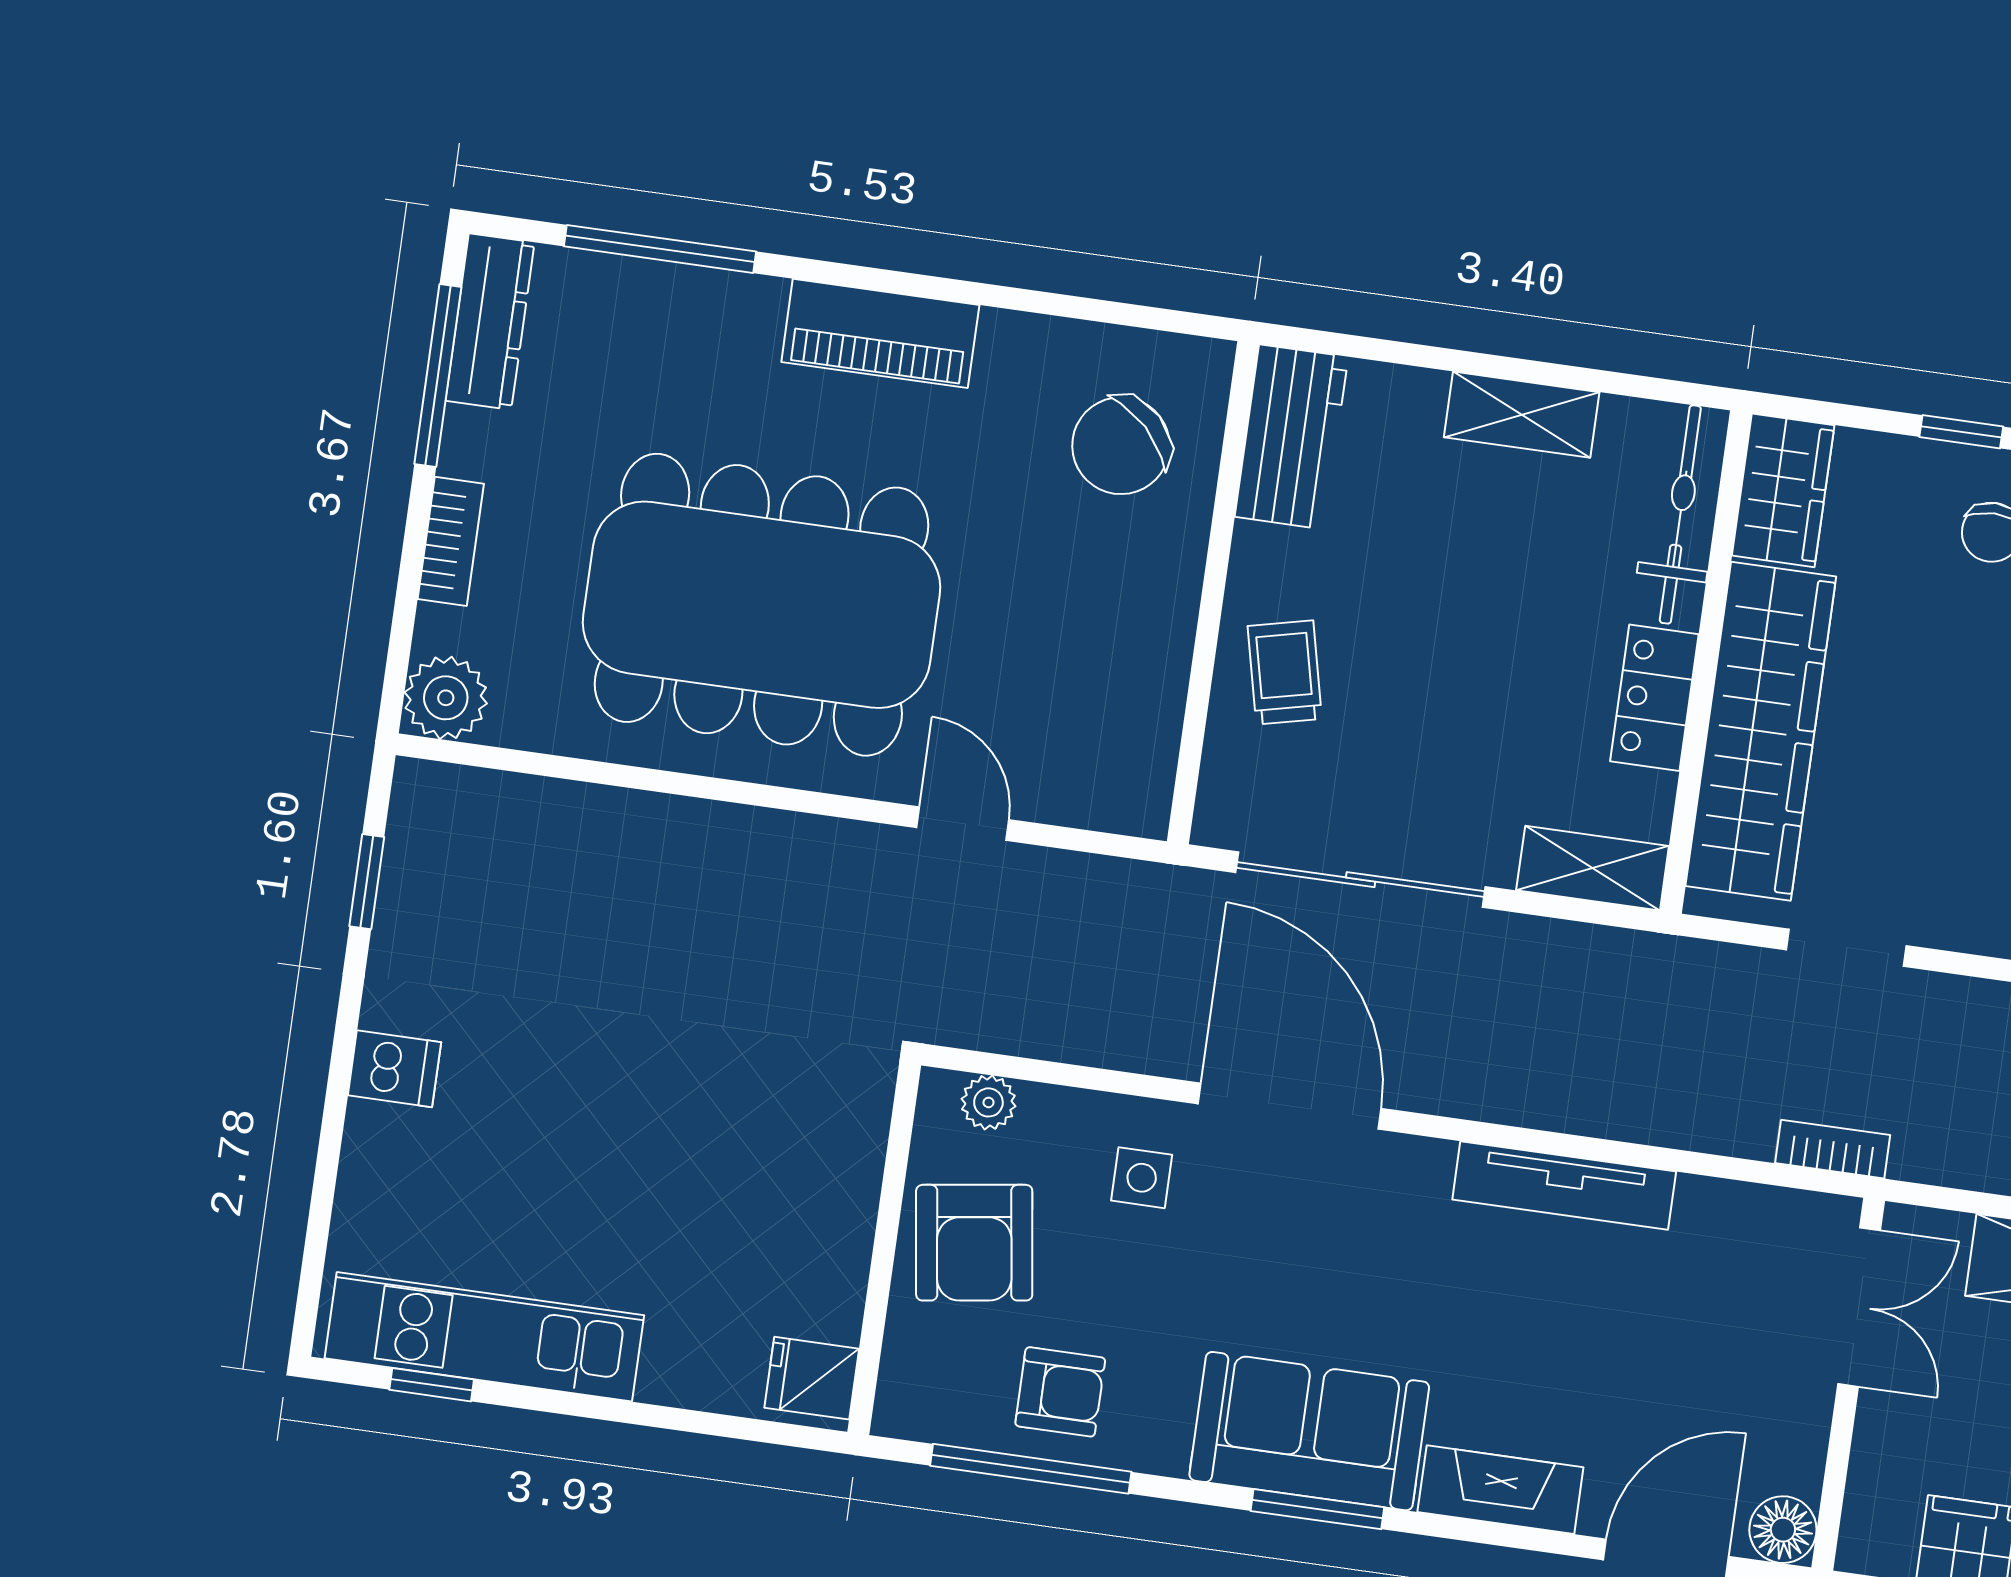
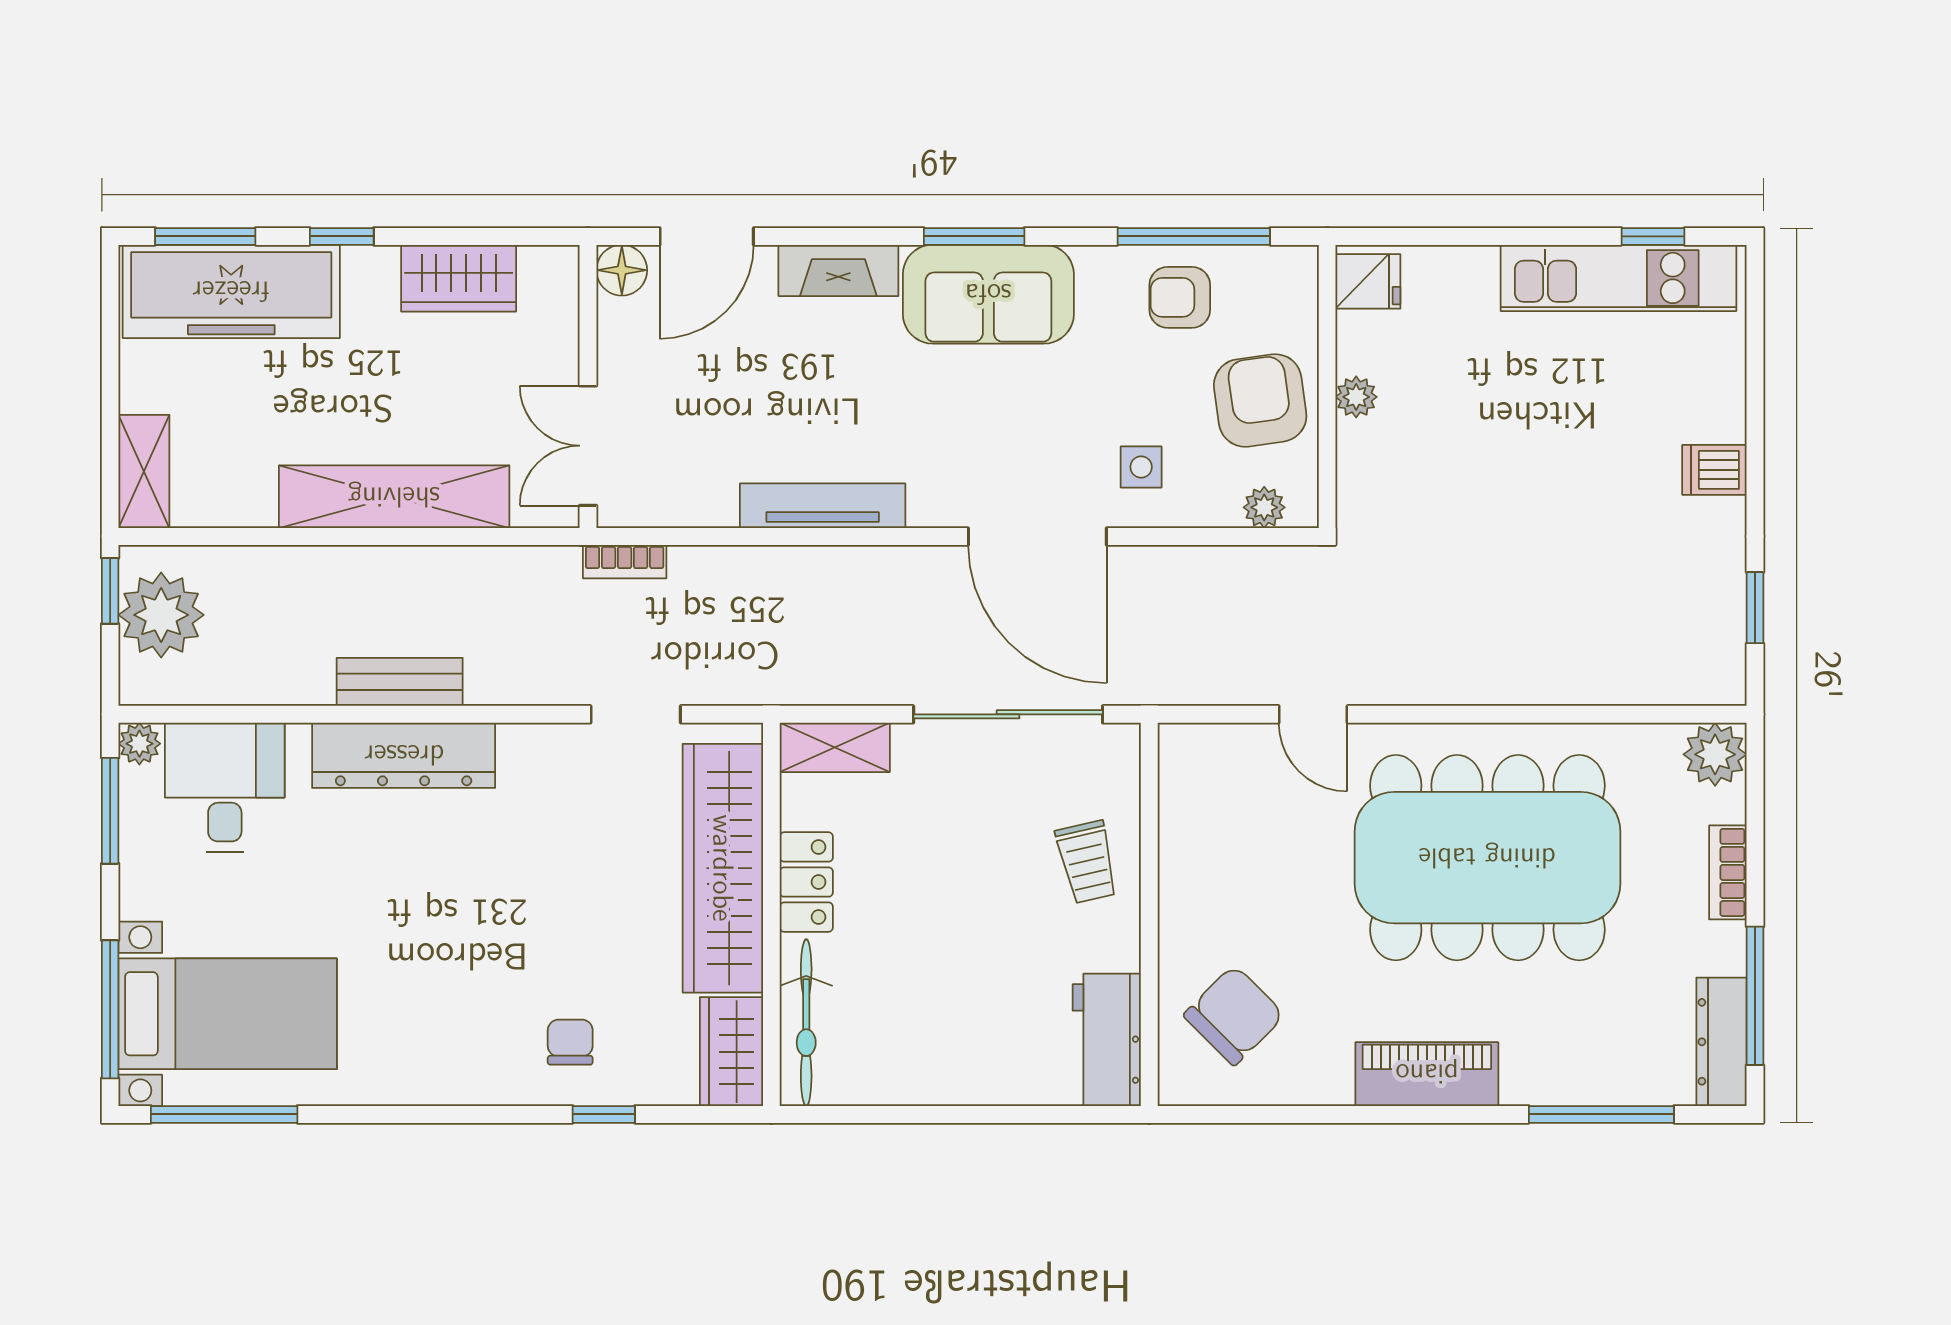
shelving: (1522, 415) -> (936, 1081), removed
plant: (848, 1230) -> (1356, 397), added

